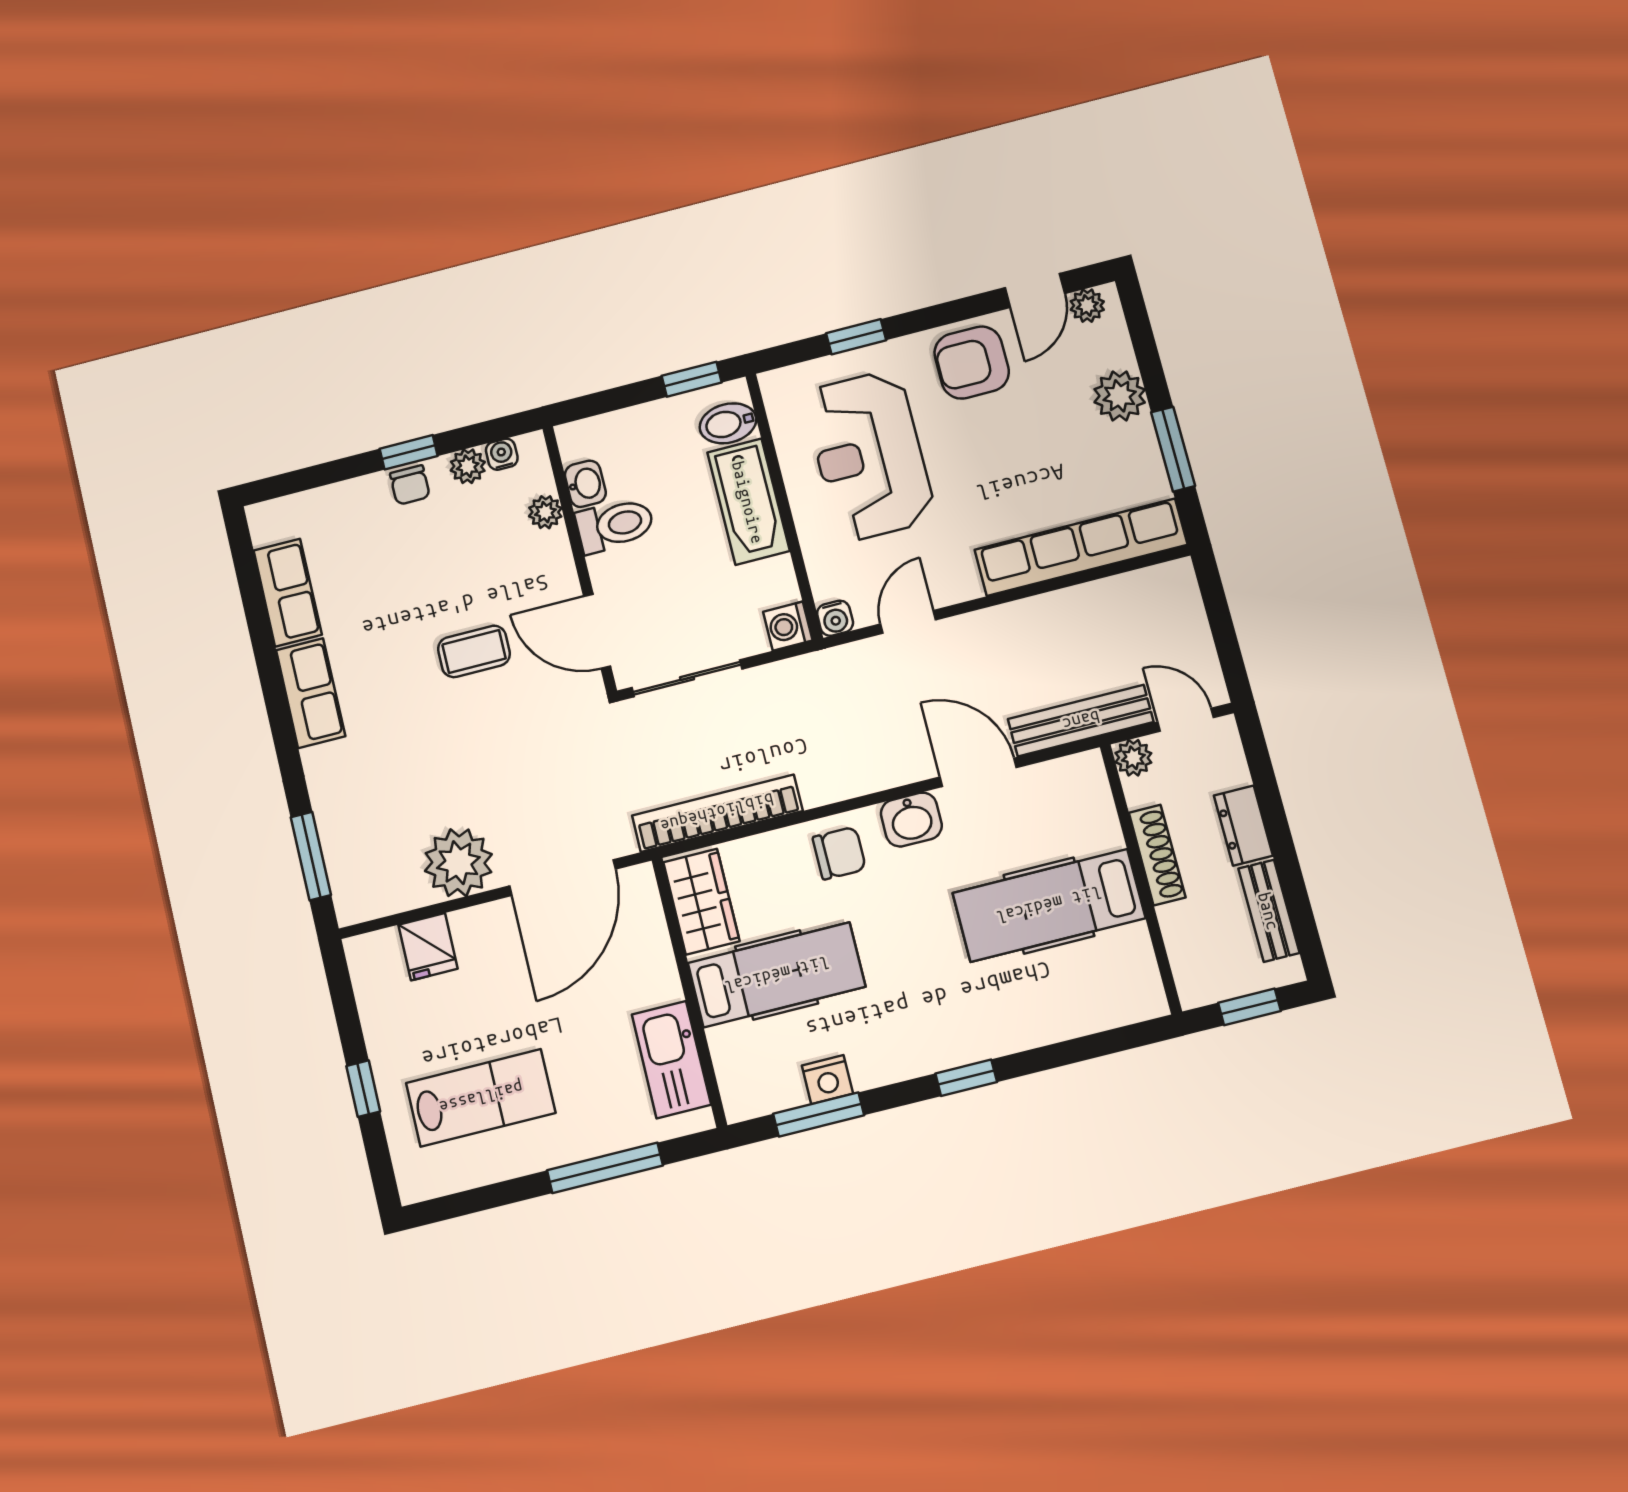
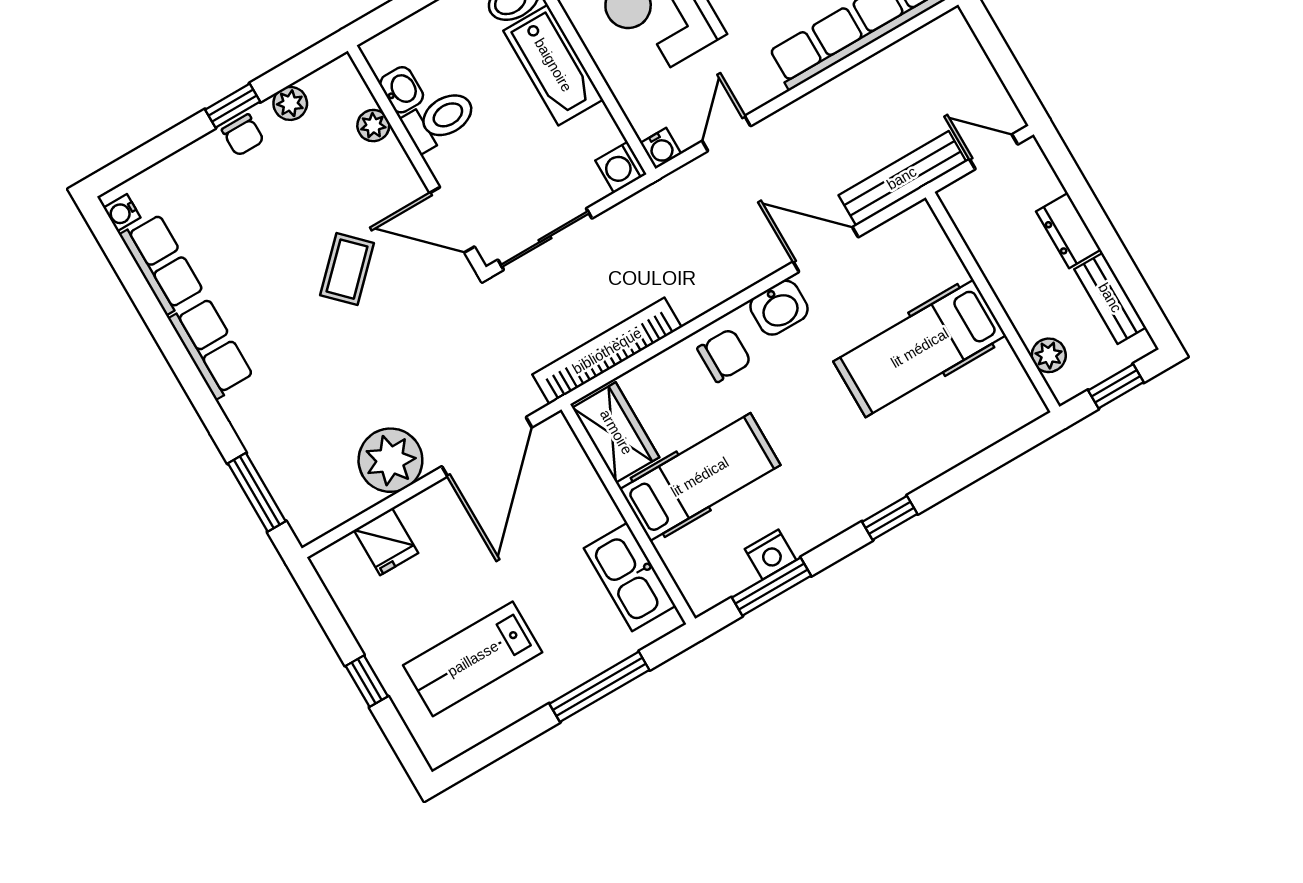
water cooler: (502, 454) -> (122, 213), moved, turned -90
coffee table: (474, 651) -> (347, 269), turned -45
plant: (1133, 758) -> (1049, 355), moved
shoe rack: (1157, 855) -> (1001, 278), removed
lab bench: (481, 1098) -> (473, 659), turned 180

